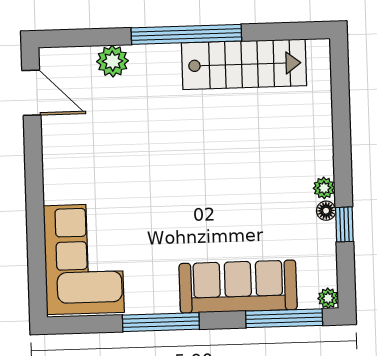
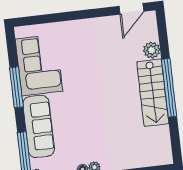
stairs: (244, 64) -> (153, 93), moved
corner sofa: (84, 259) -> (39, 65), moved, turned -90

